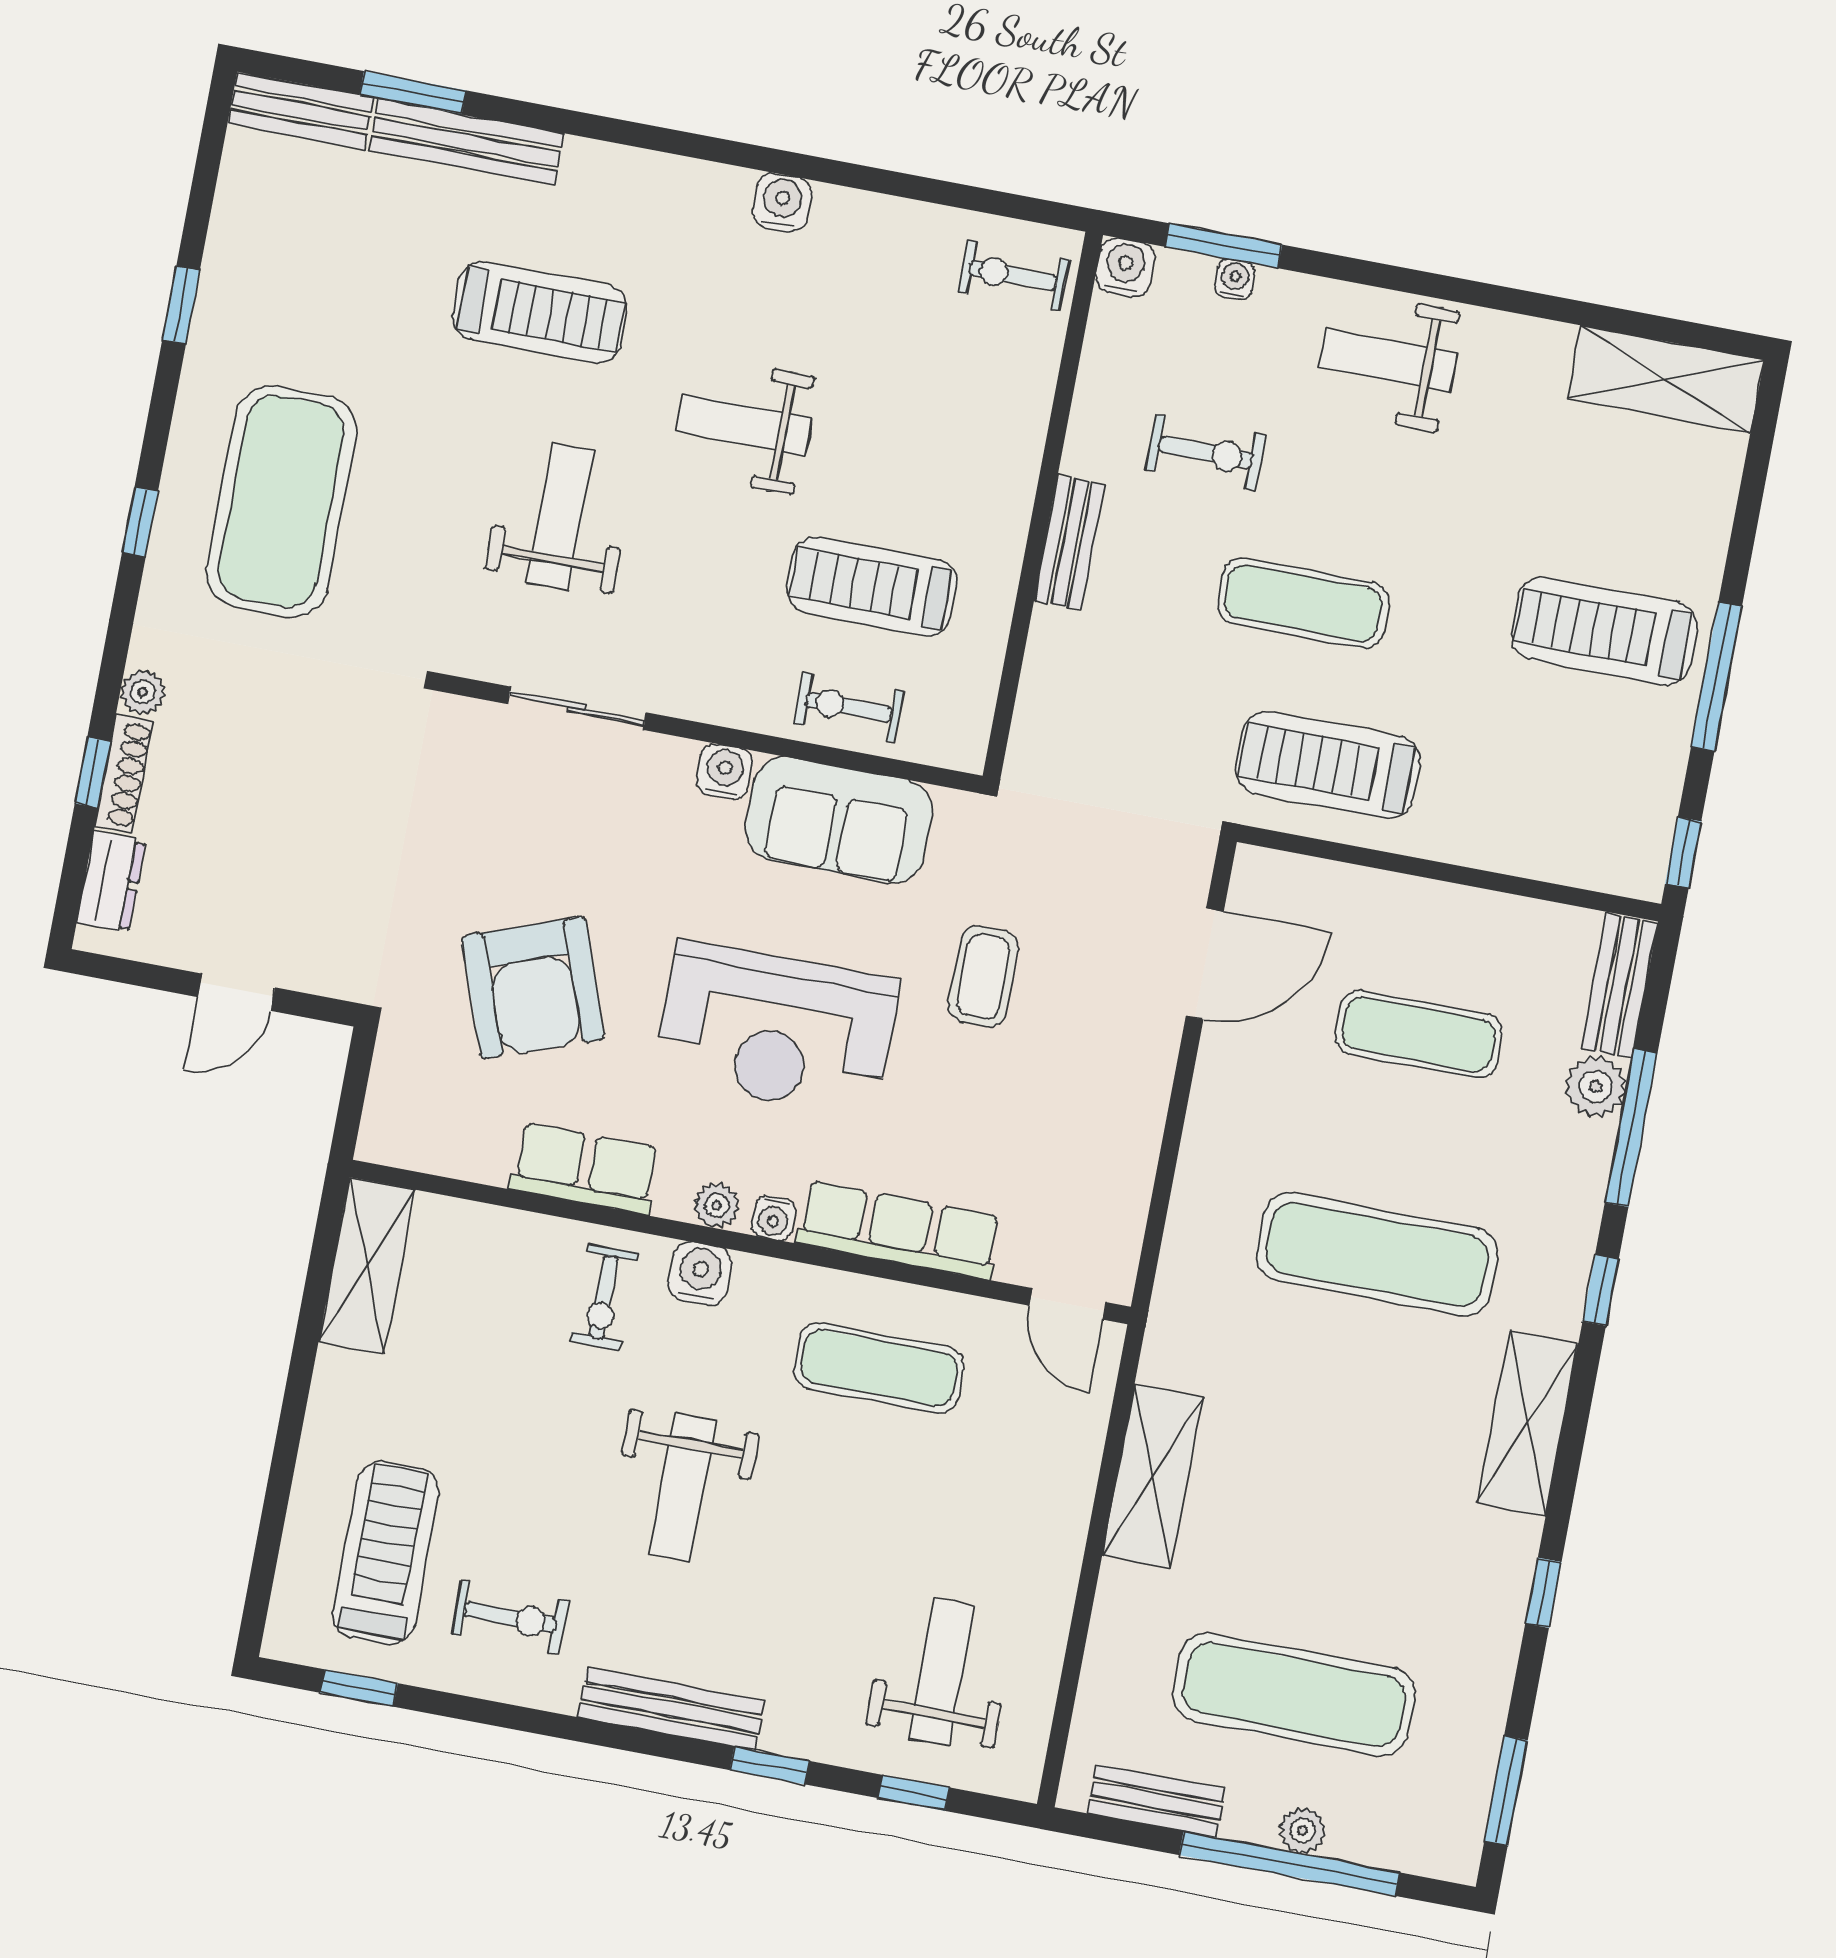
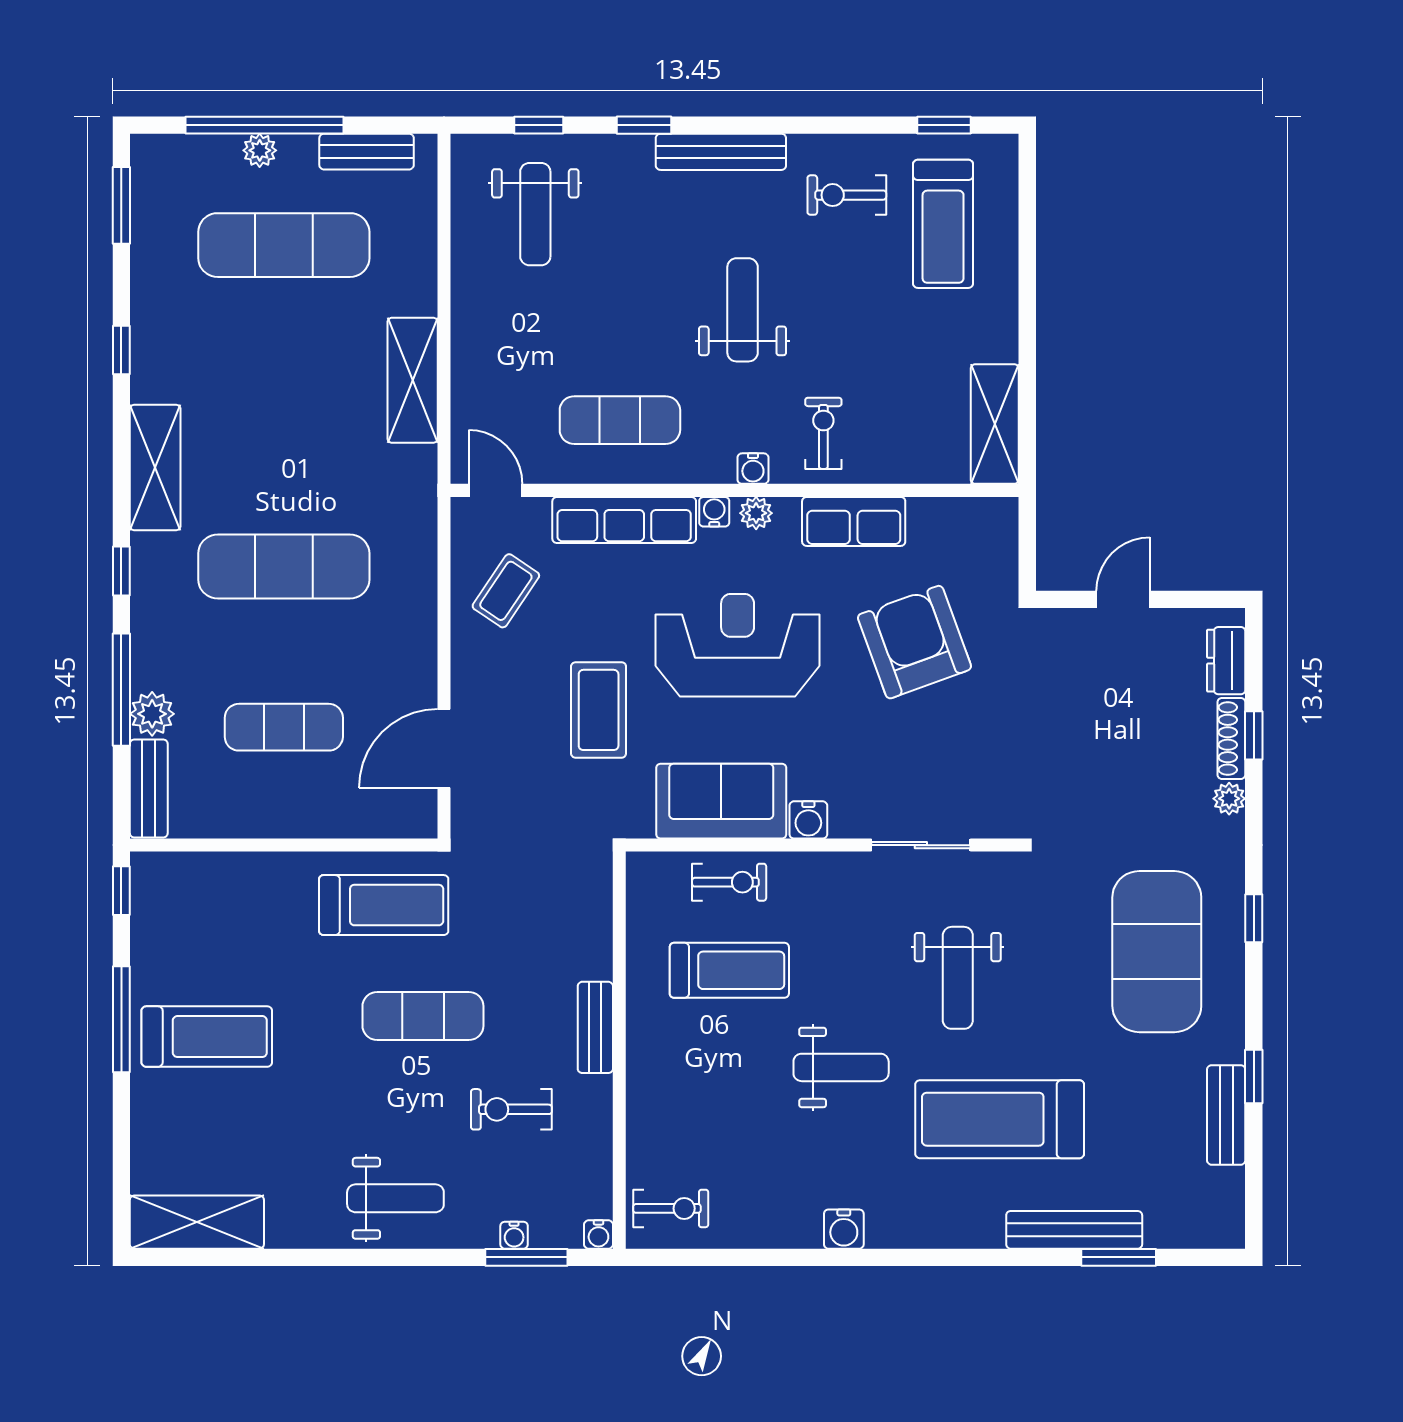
bench: (301, 110) -> (1226, 1115), moved, turned 90
water cooler: (1125, 267) -> (598, 1235), width x0.72, depth x0.72
treadmill: (540, 313) -> (1000, 1119), width x1.37, depth x1.38
coffee table: (983, 977) -> (599, 710), width x1.36, depth x1.30
coffee table: (1079, 1164) -> (506, 591), added
water cooler: (700, 1274) -> (753, 469), width x0.72, depth x0.72

